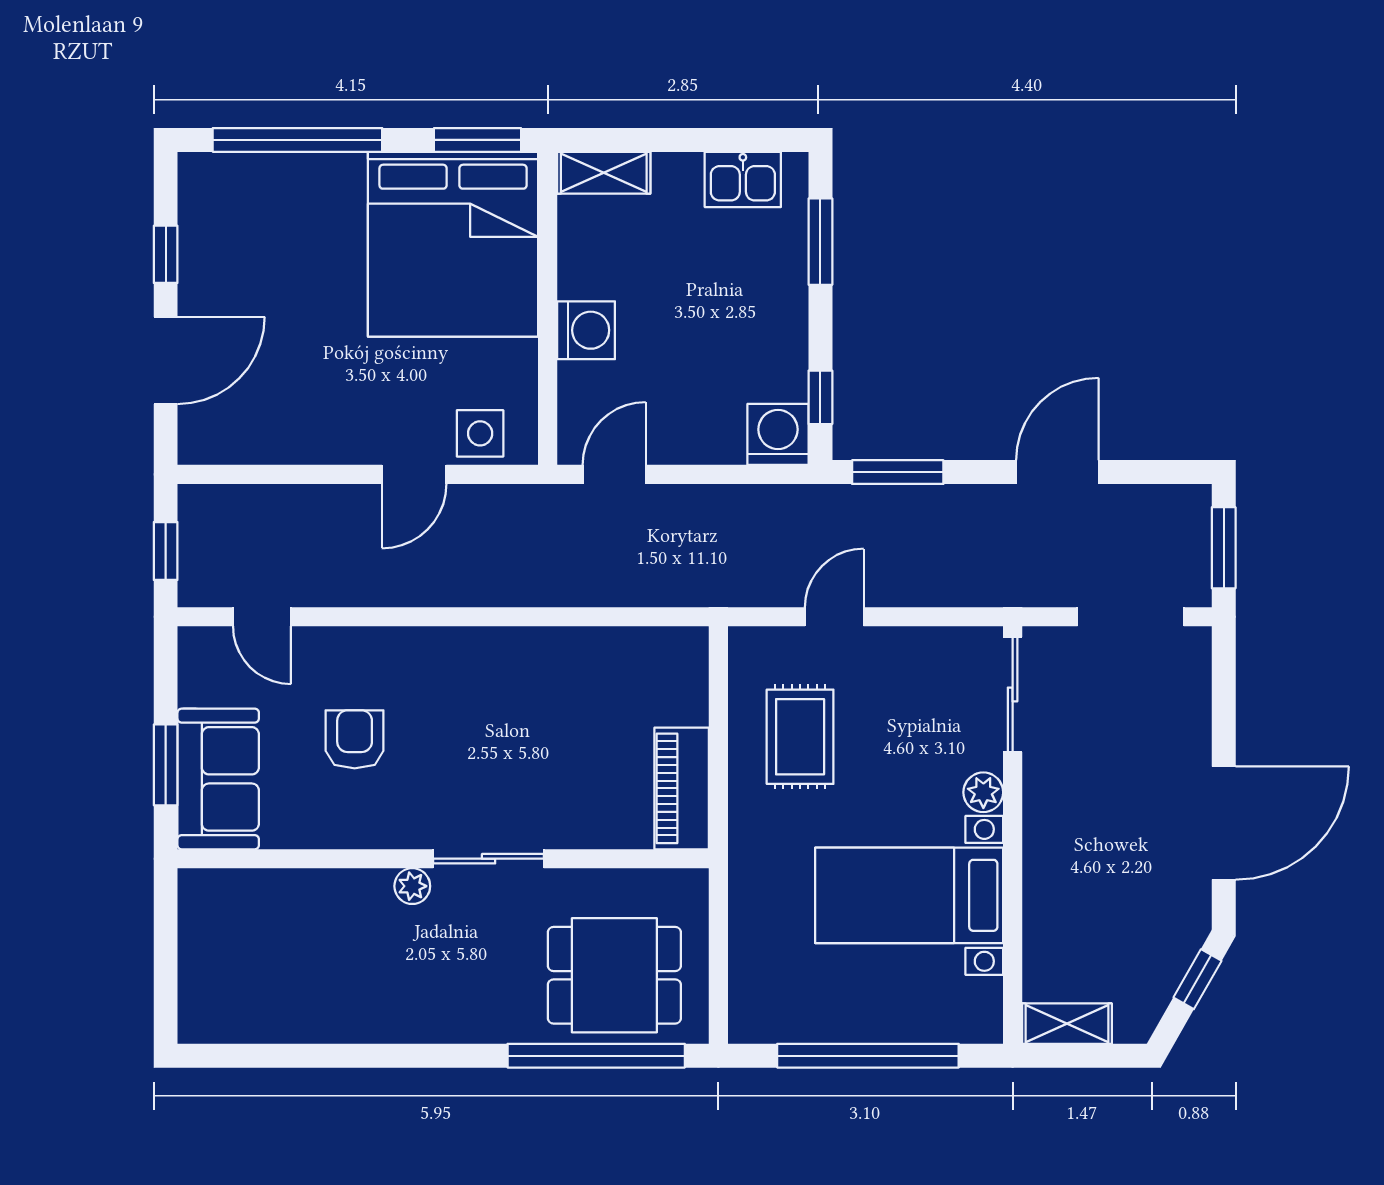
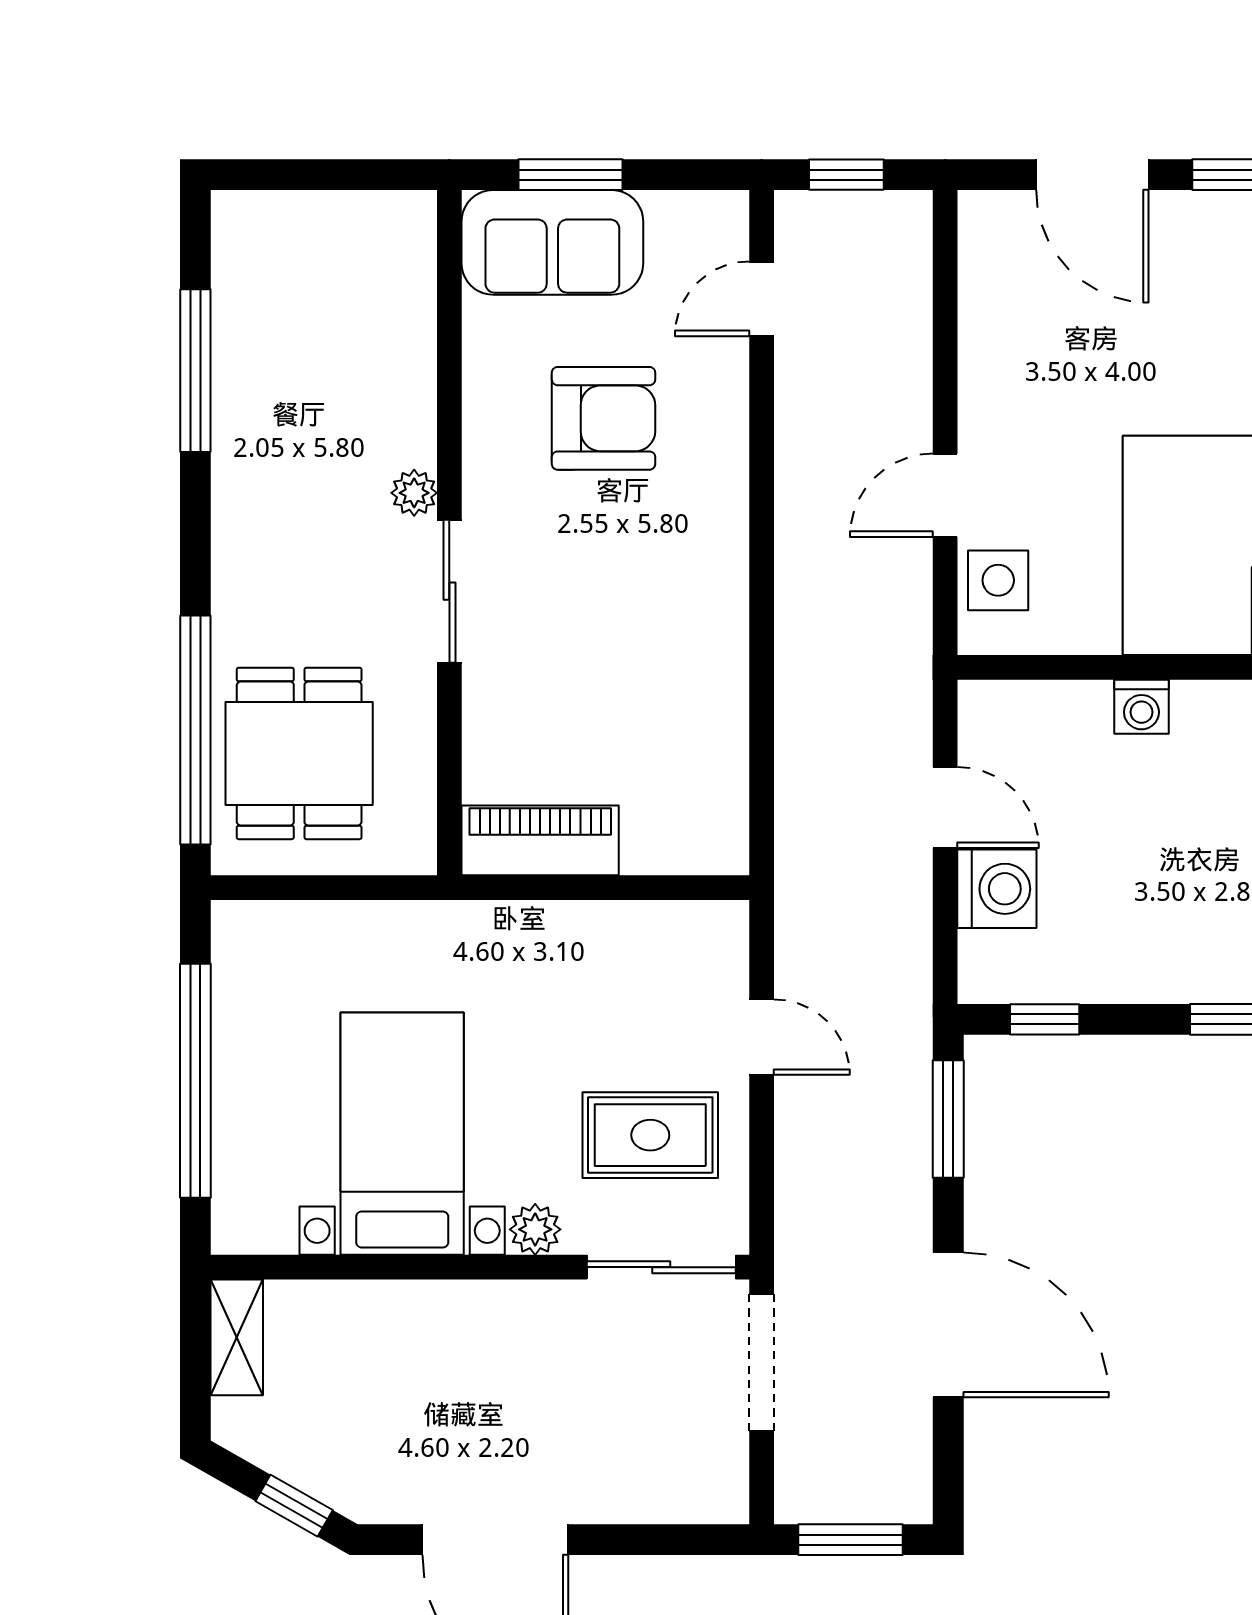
washing machine: (586, 330) -> (1141, 707), width x0.73, depth x0.73
washing machine: (778, 434) -> (997, 889), moved
door: (1057, 472) -> (948, 1325), width x1.36
door: (414, 474) -> (945, 495), hinge flipped
door: (614, 474) -> (945, 807), moved
doorway: (1131, 617) -> (762, 1363), moved
rug: (800, 737) -> (650, 1135), moved
armchair: (355, 739) -> (604, 418), width x1.38, depth x1.38
window: (318, 1056) -> (195, 371), added

